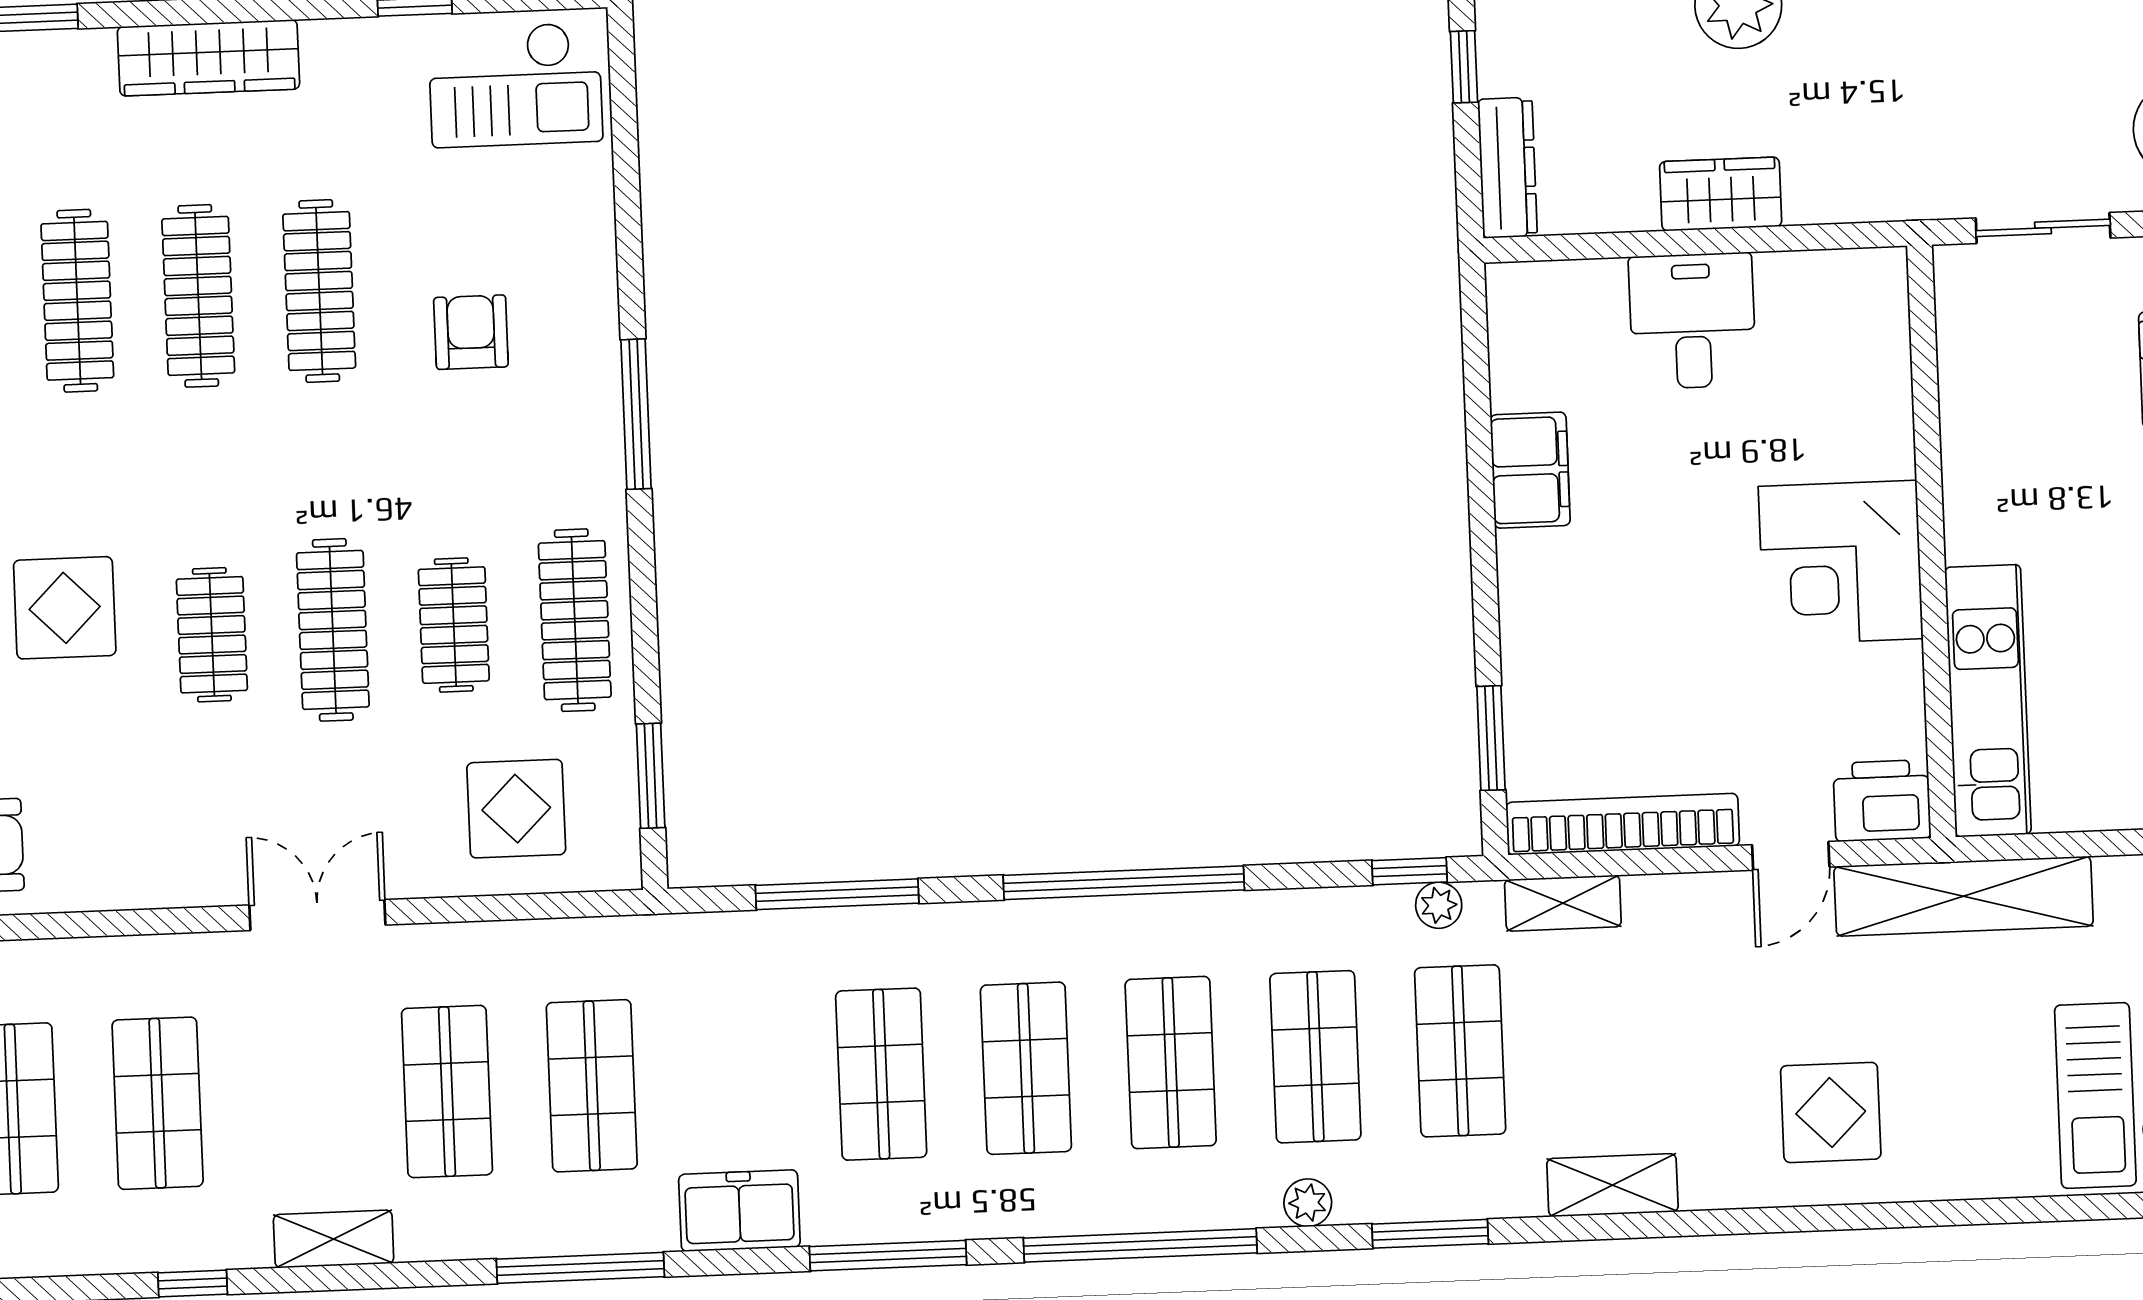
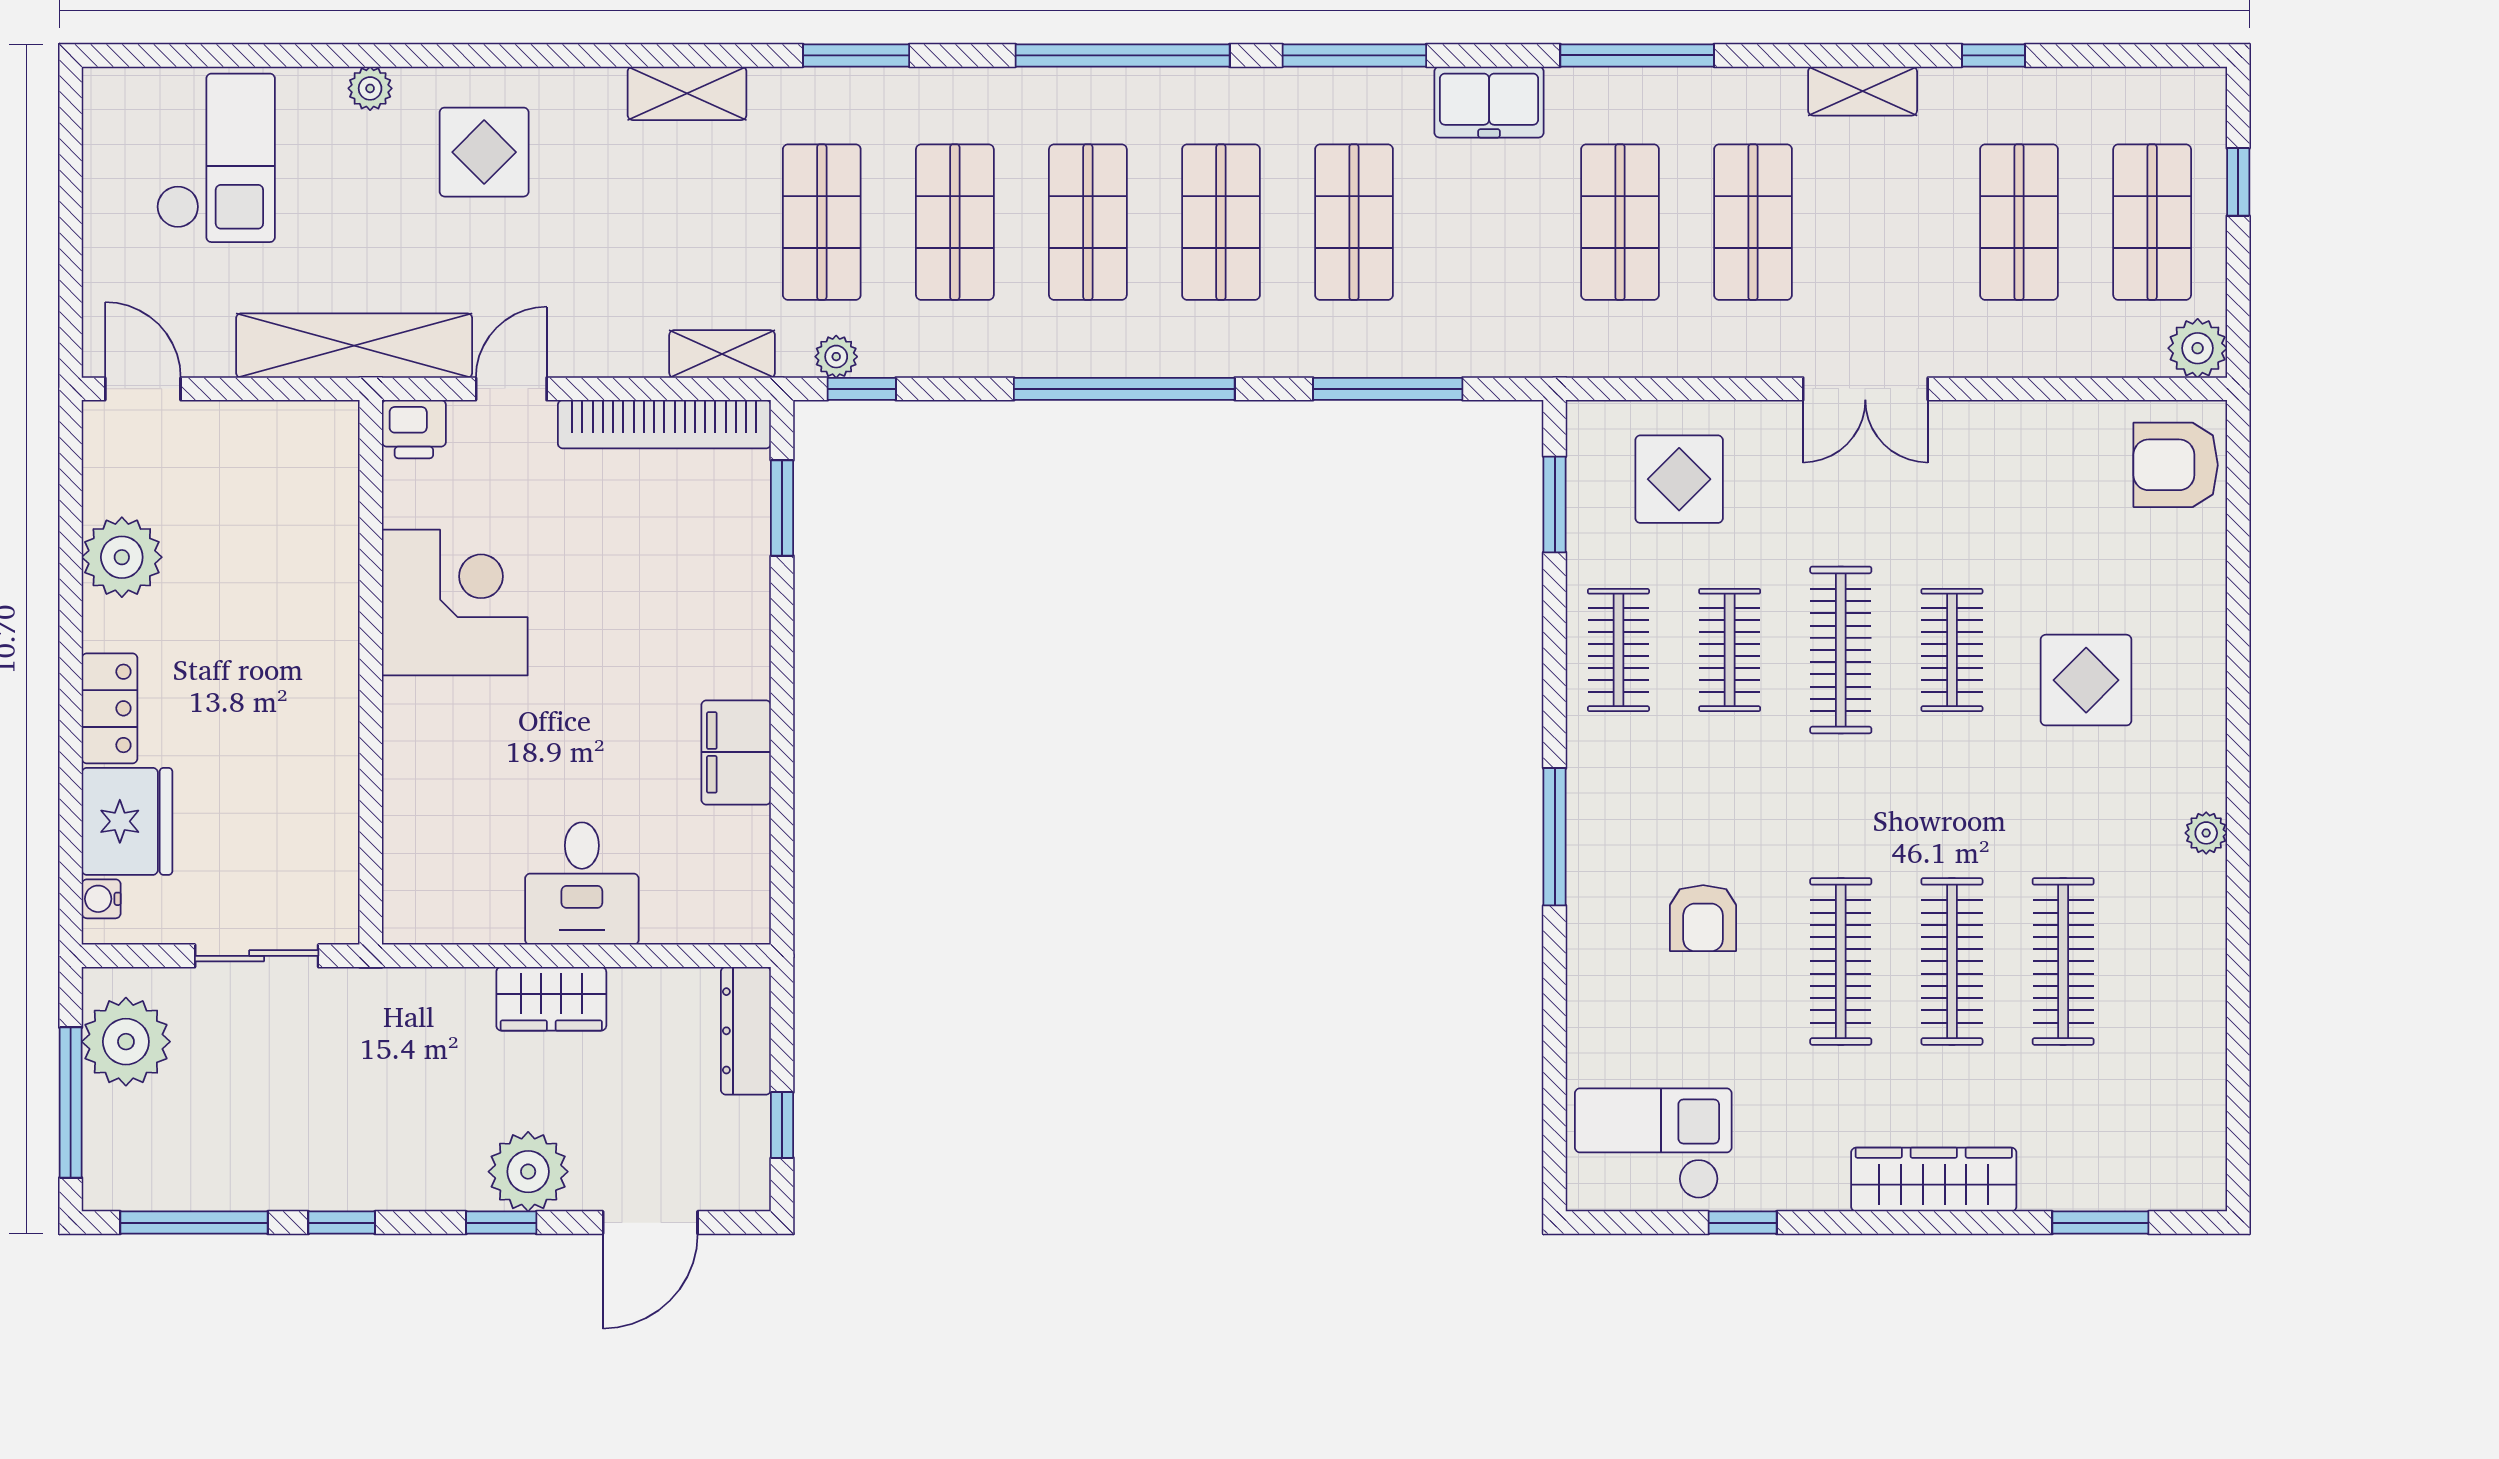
corner desk: (1841, 563) -> (455, 603), moved
clothes rail: (575, 620) -> (1618, 650), width x0.73
kitchen unit: (1988, 701) -> (325, 524), removed
printer: (1882, 801) -> (414, 429), width x0.73, depth x0.81
plant: (1308, 1203) -> (370, 88), moved

